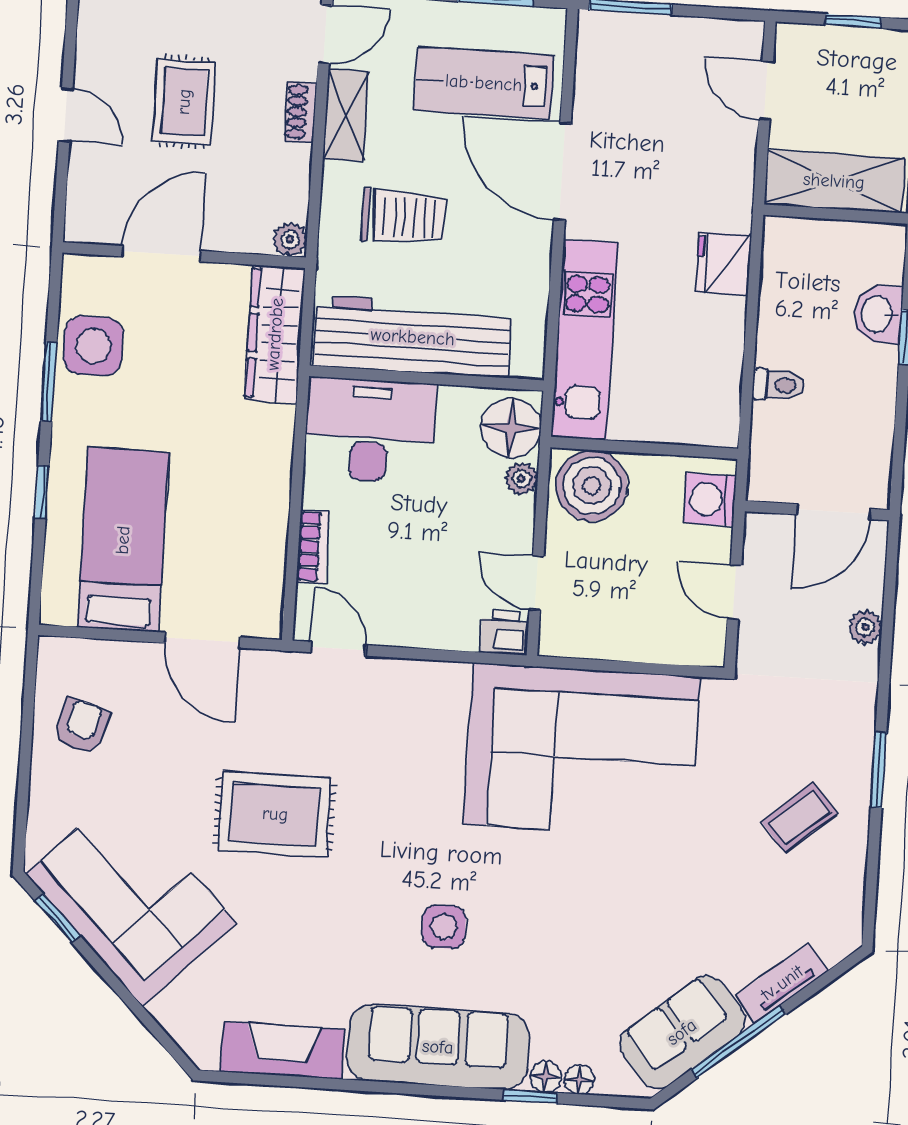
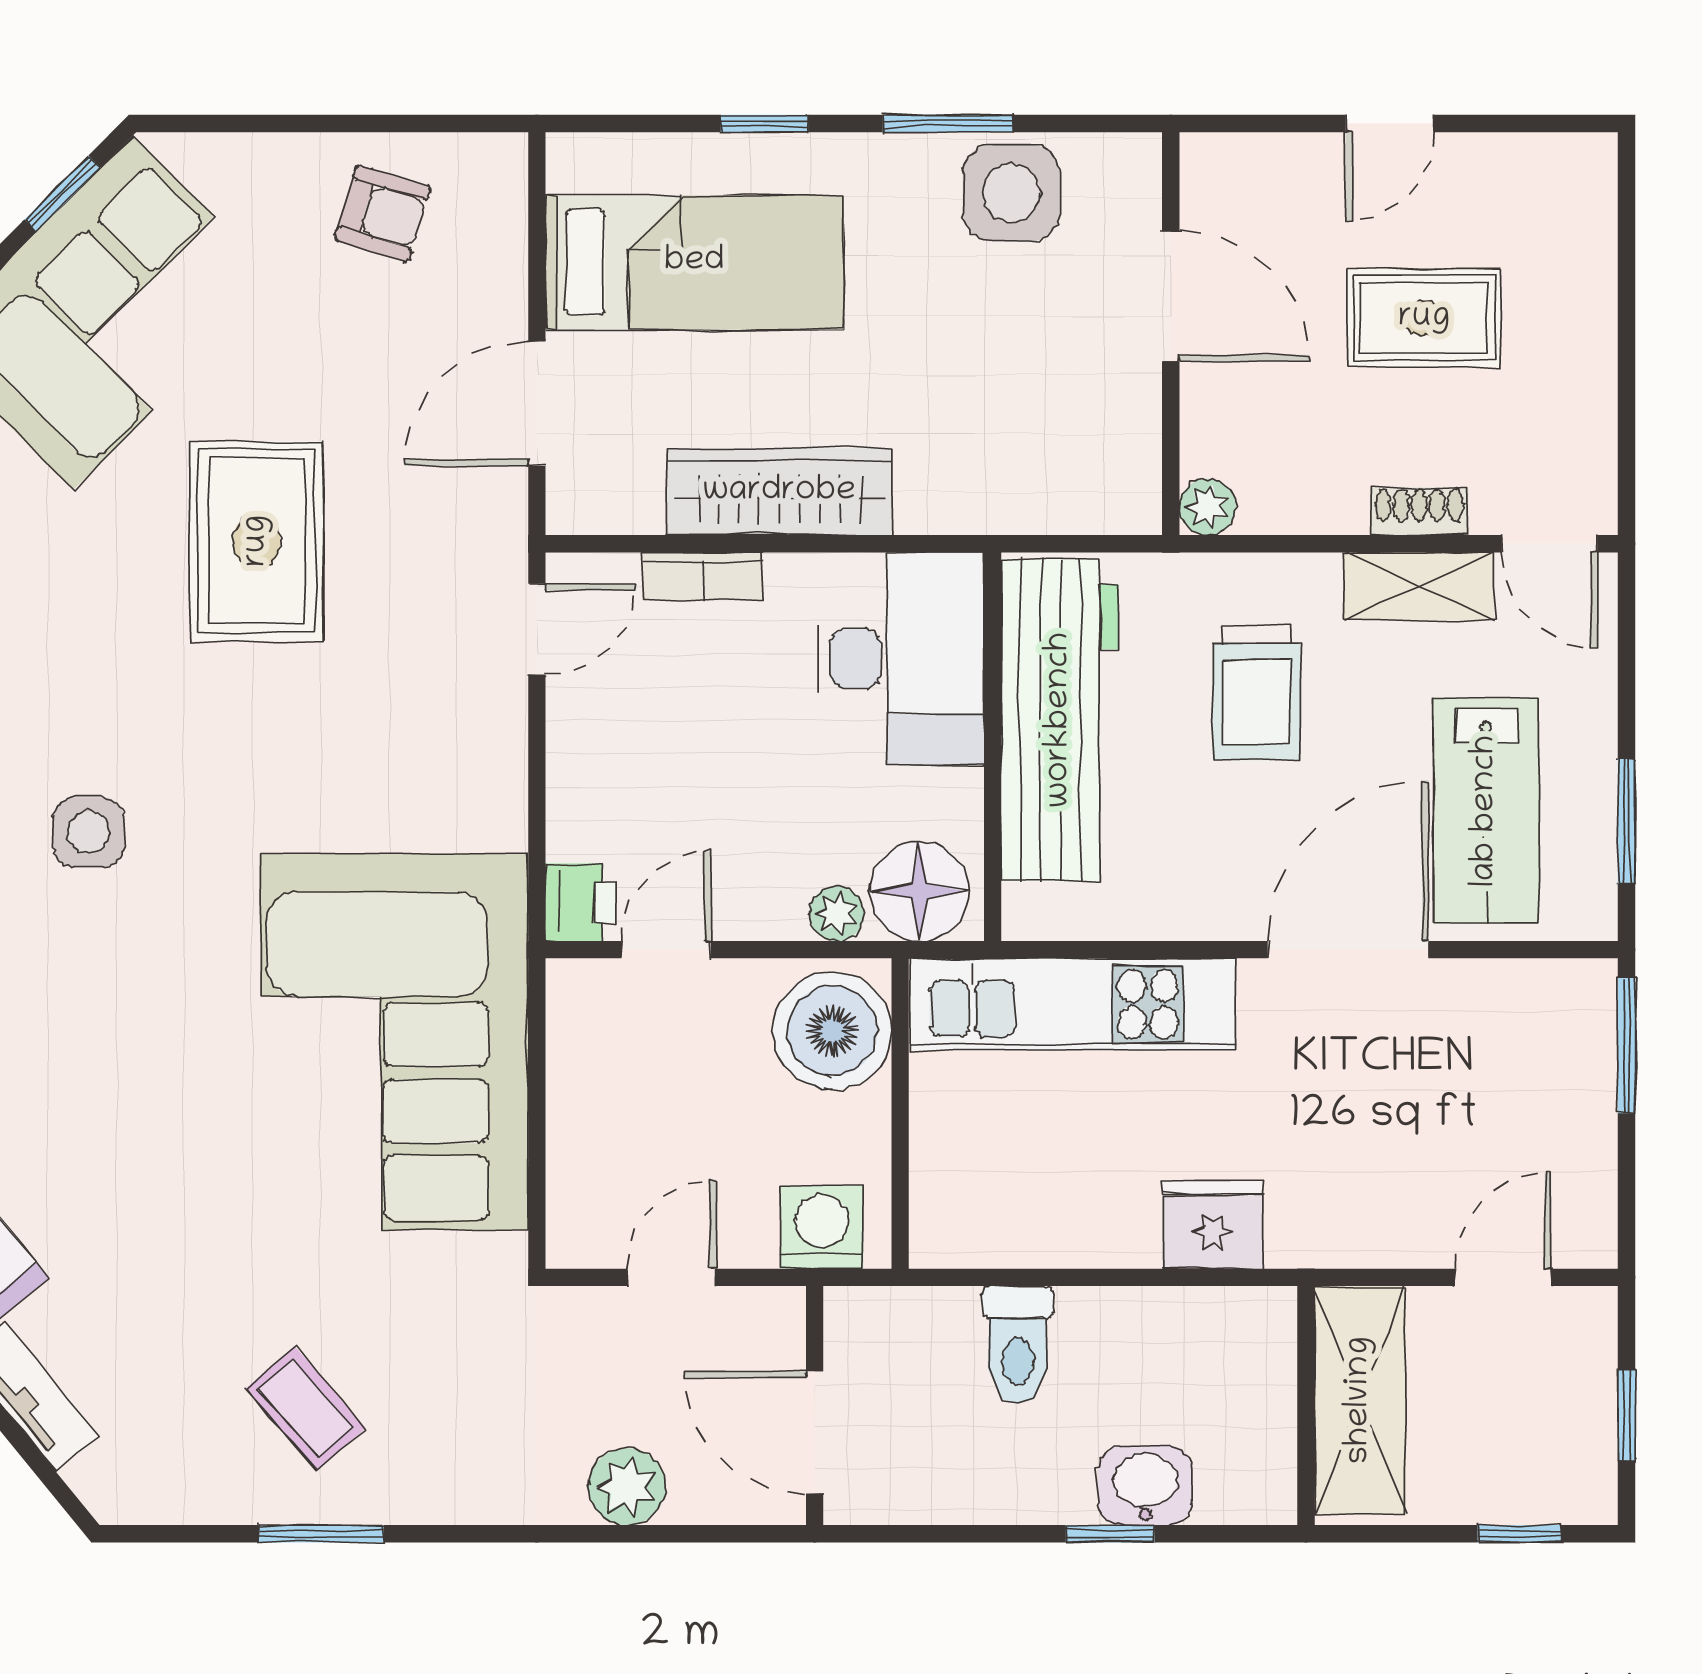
lab bench: (484, 83) -> (1486, 811), turned 180
wardrobe: (275, 334) -> (779, 492), moved
toilet: (778, 385) -> (1018, 1345), width x1.37, depth x1.39
plant: (865, 627) -> (627, 1487), width x1.38, depth x1.38
window: (878, 770) -> (321, 1534), moved

